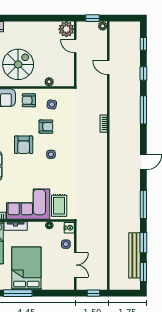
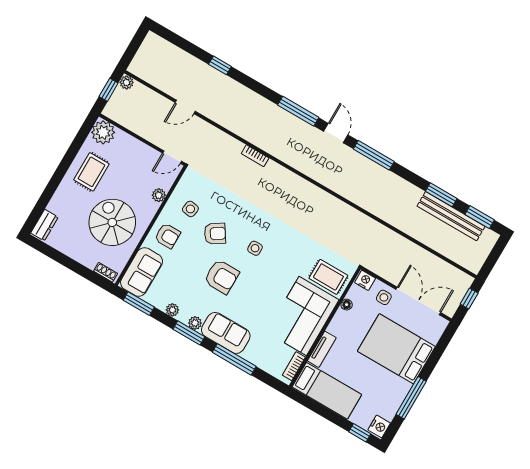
rug: (40, 36) -> (91, 172), added
window: (143, 44) -> (181, 43), removed
door: (75, 46) -> (172, 157), moved
armchair: (29, 100) -> (167, 236), turned -90
window: (143, 110) -> (298, 111), moved
armchair: (46, 127) -> (215, 234), turned 57
window: (143, 205) -> (374, 155), moved
double door: (75, 265) -> (418, 301), width x1.37
bed: (26, 268) -> (396, 349), moved

